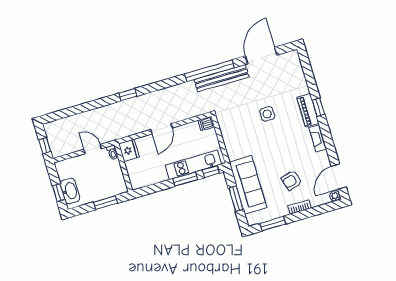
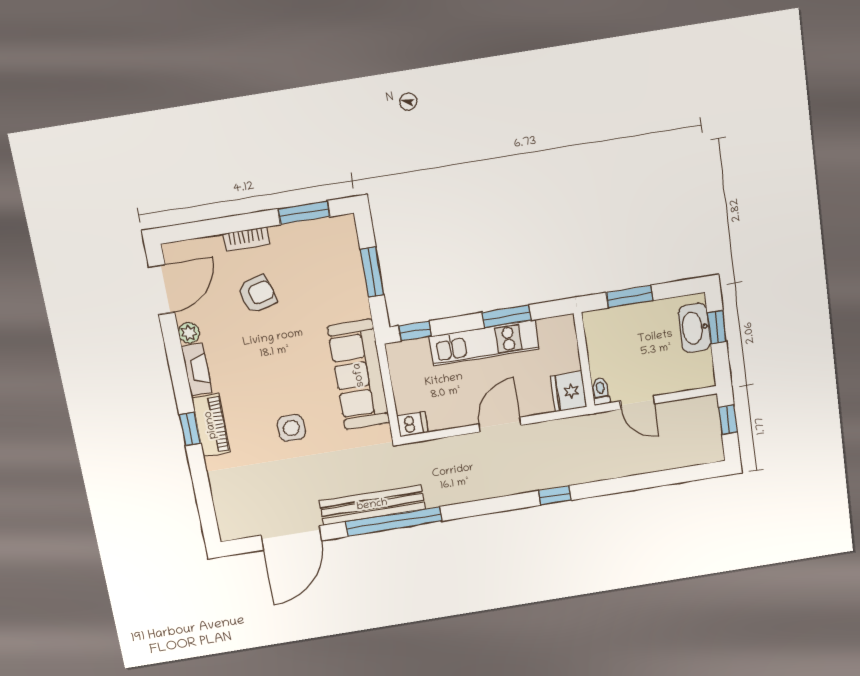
kitchen unit: (193, 165) -> (484, 343), moved
window: (185, 179) -> (506, 316), moved
sofa: (248, 185) -> (359, 375), moved
plant: (335, 196) -> (189, 333), moved

